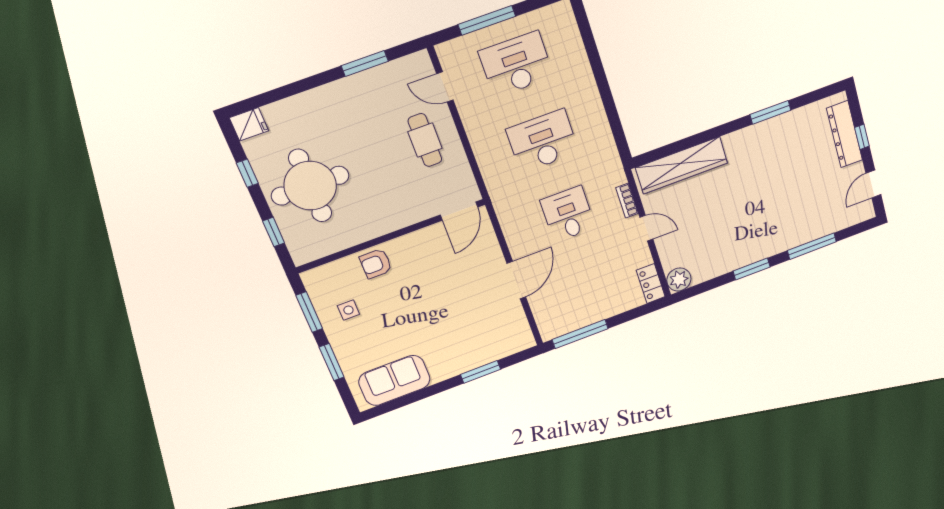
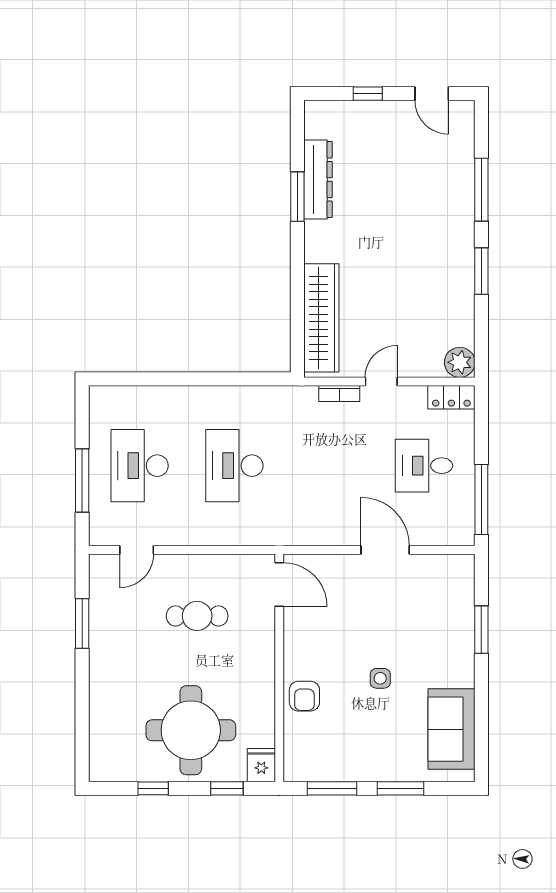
fridge: (249, 124) -> (261, 765), moved
dresser: (844, 134) -> (318, 180), moved, turned -90
cafe table: (425, 140) -> (197, 616), moved
desk: (568, 214) -> (424, 466), moved
side table: (348, 310) -> (380, 678), moved

